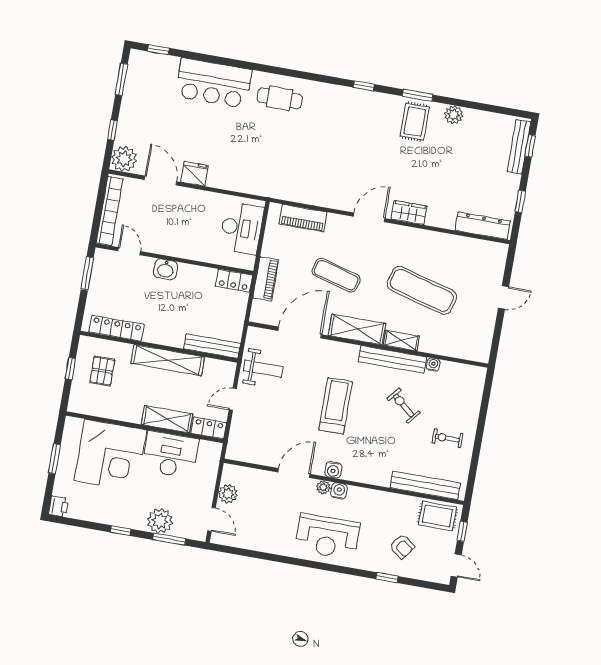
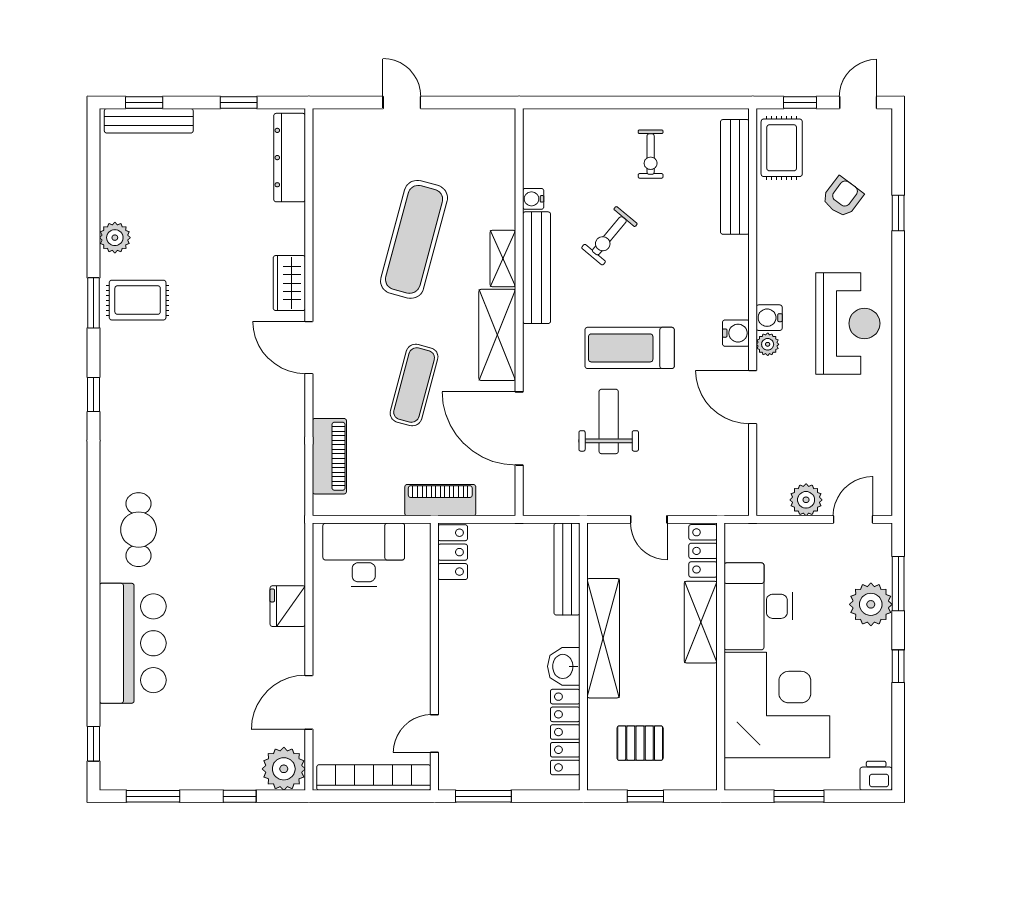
fridge: (194, 174) -> (288, 606), moved
washbasin: (165, 269) -> (564, 666), moved, turned 180
weight bench: (263, 369) -> (609, 421), moved

